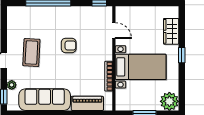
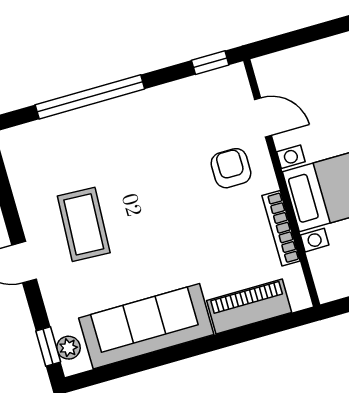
armchair: (69, 45) -> (231, 168), moved, turned -90
plant: (12, 85) -> (68, 348), moved

